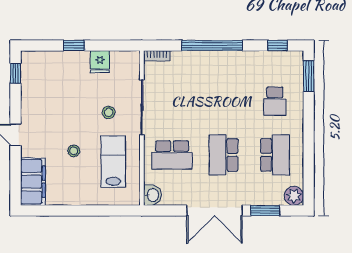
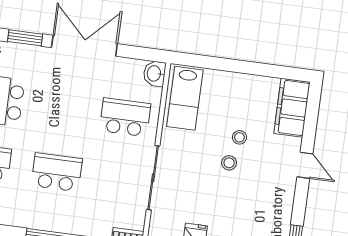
stool: (109, 112) -> (229, 163), moved
school desk: (224, 155) -> (57, 172), moved, turned -90
lab bench: (113, 162) -> (185, 98), moved

